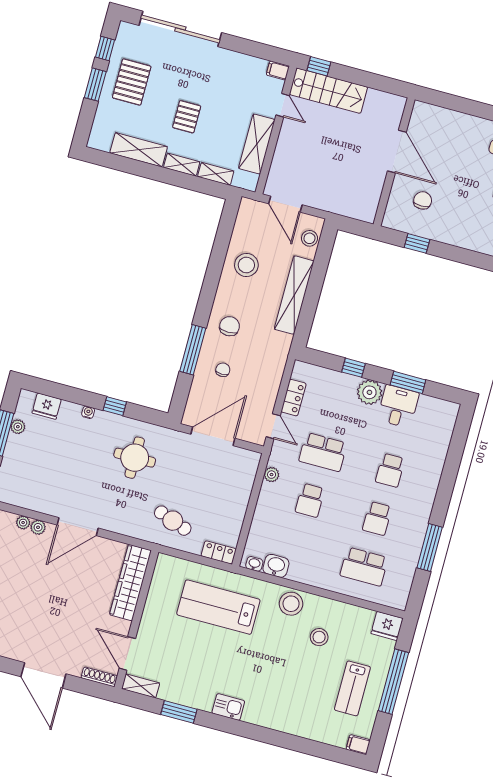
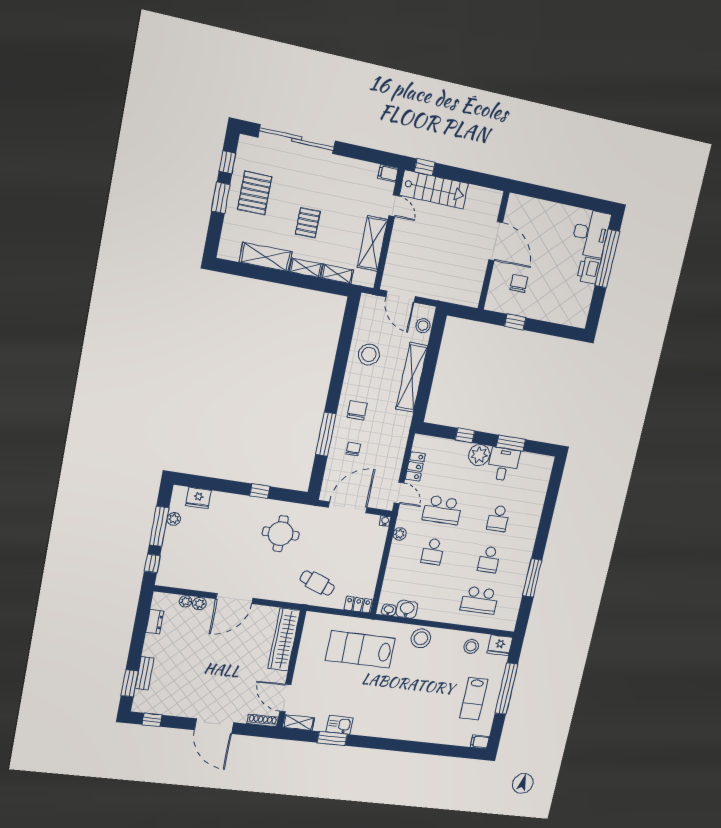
water cooler: (88, 412) -> (385, 521), moved
stool: (319, 637) -> (471, 646), moved
kitchen sink: (228, 707) -> (340, 725), moved

